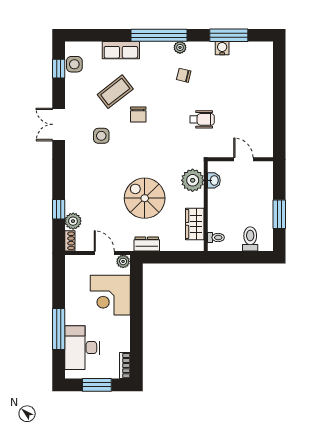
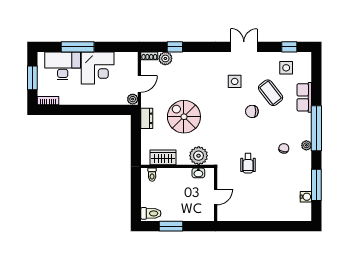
water cooler: (222, 48) -> (306, 197), moved
side table: (74, 64) -> (286, 68), moved
spiral stairs: (145, 198) -> (184, 117), turned -90
toilet: (250, 239) -> (151, 213), moved
corner desk: (110, 295) -> (98, 68), moved, turned 180

